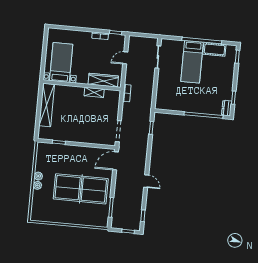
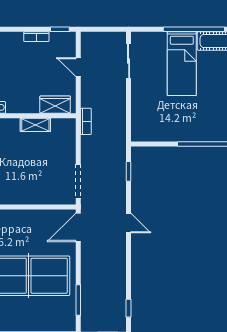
door: (125, 58) -> (78, 67), hinge flipped
wardrobe: (103, 80) -> (55, 105), width x0.67
door: (146, 181) -> (129, 223), moved

